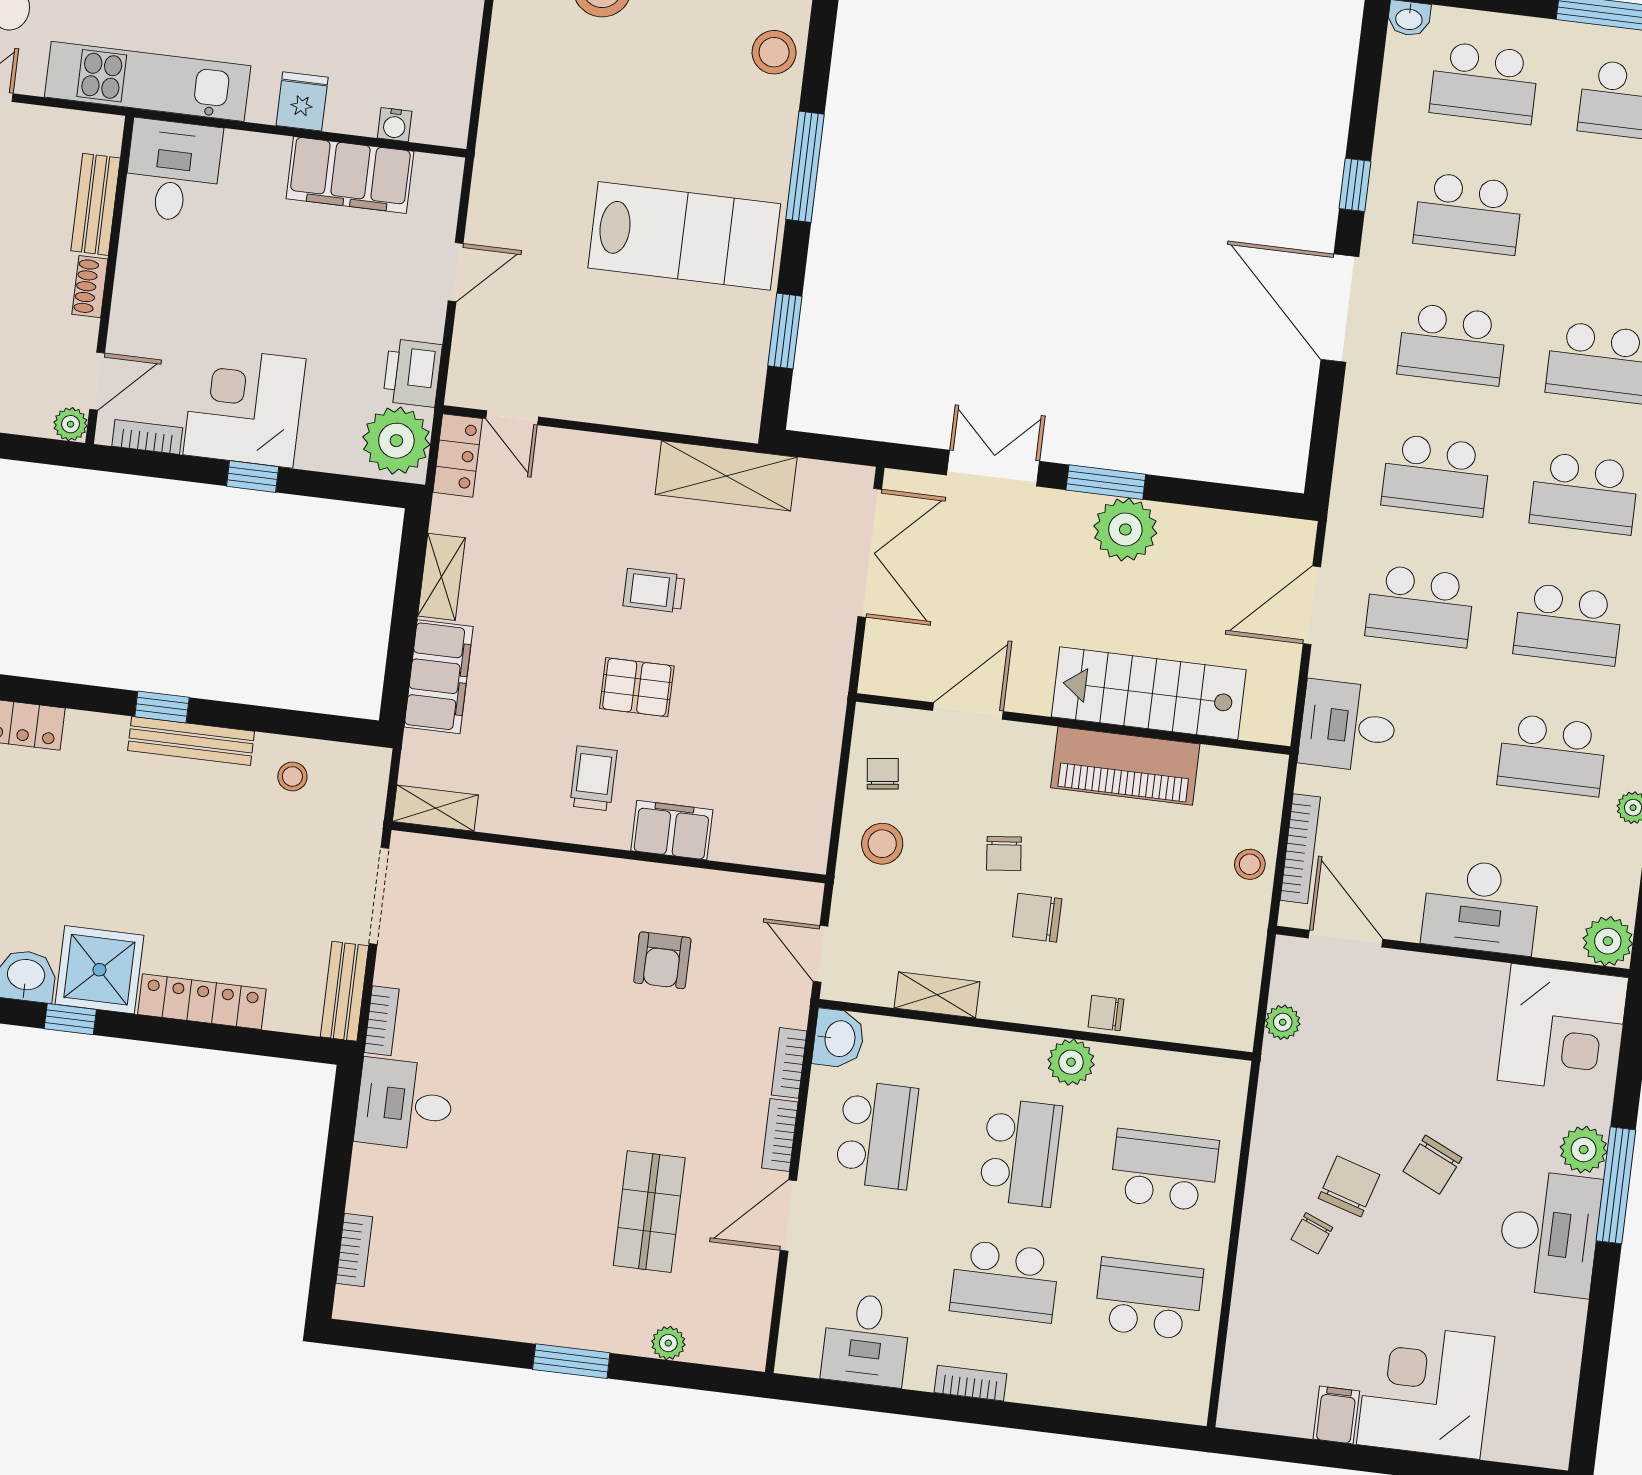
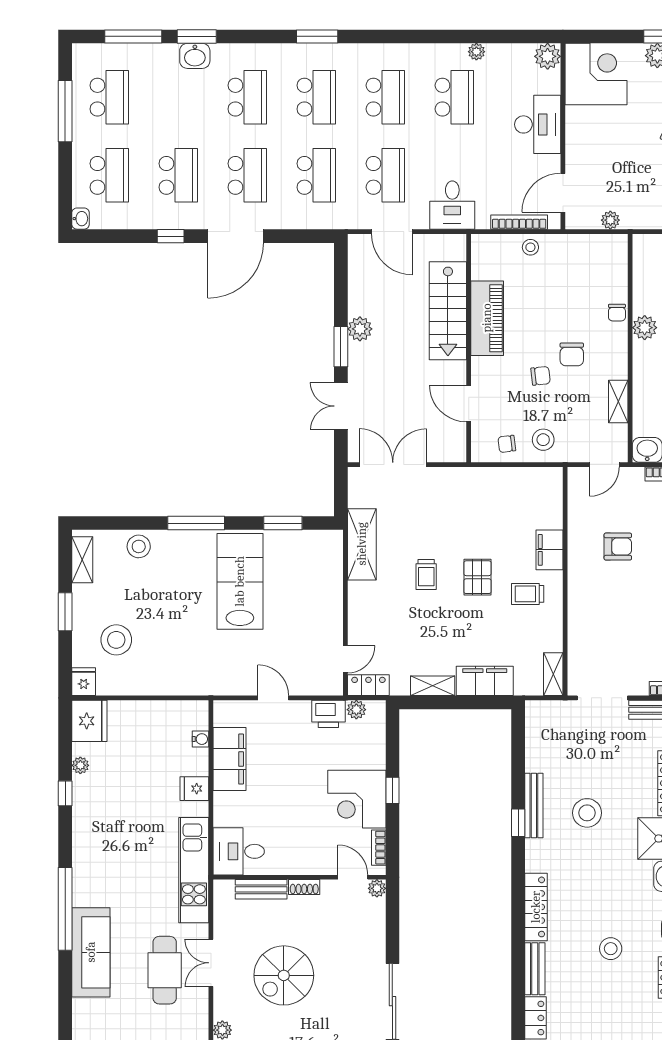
plant: (396, 441) -> (356, 710), width x0.53, depth x0.53
plant: (1125, 529) -> (360, 329), width x0.73, depth x0.73
stool: (292, 776) -> (587, 813), moved, width x1.89, depth x1.89

